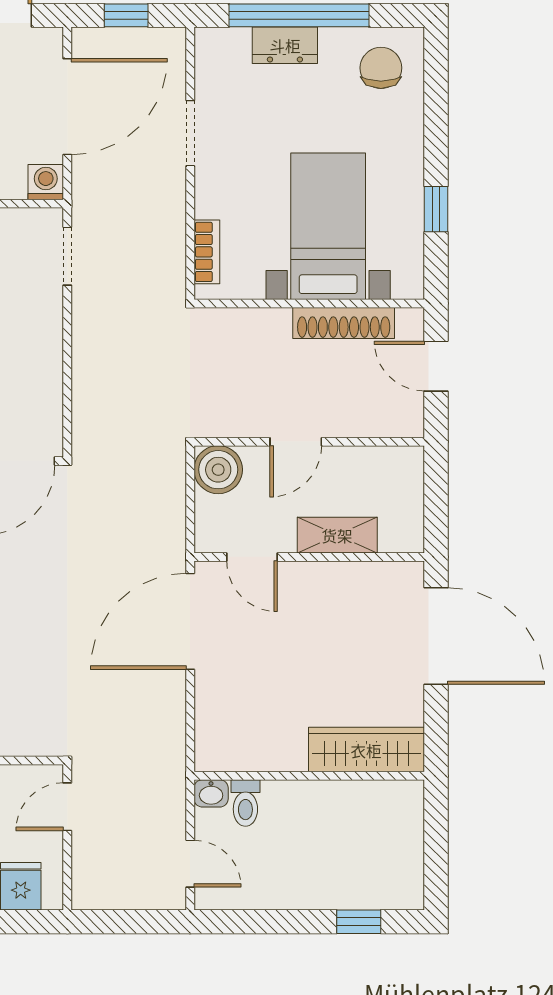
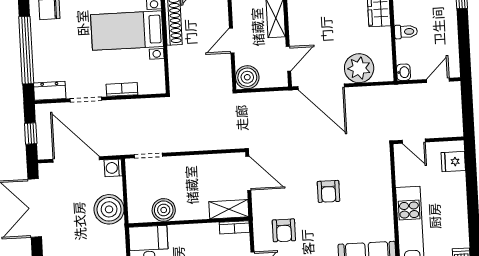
dresser: (285, 45) -> (50, 91), moved, turned -90
bookcase: (207, 252) -> (122, 89), moved
door: (296, 442) -> (232, 41), swing flipped
plant: (224, 702) -> (359, 68), added
toilet: (245, 803) -> (406, 32), moved

